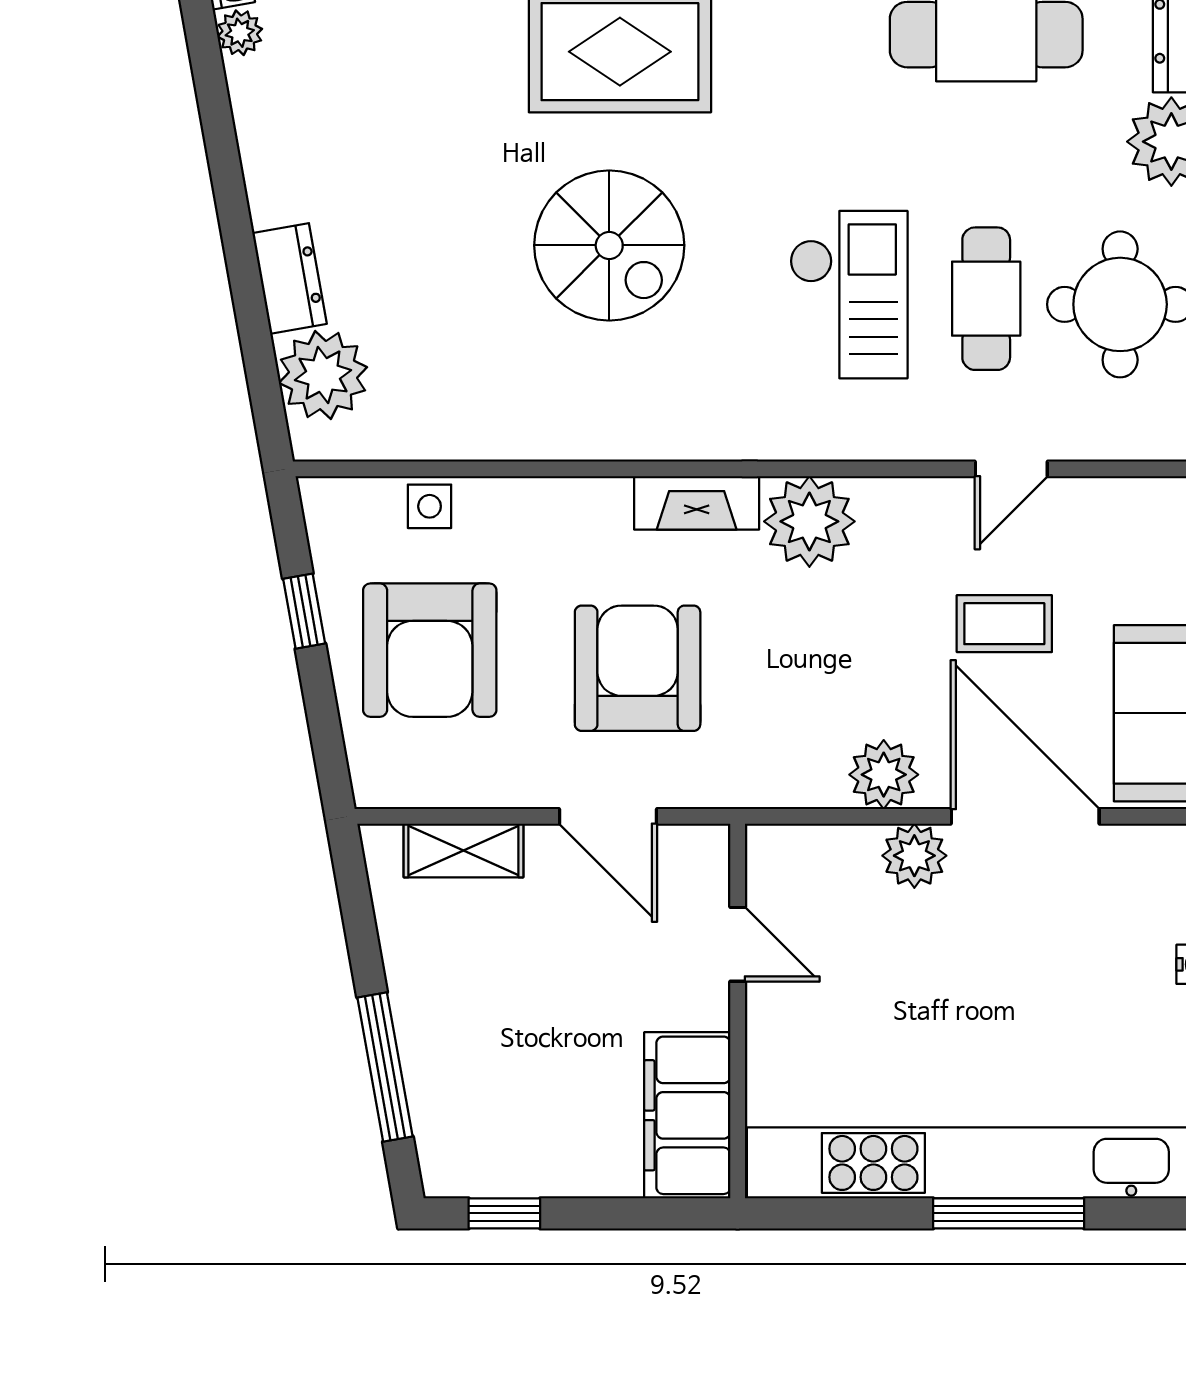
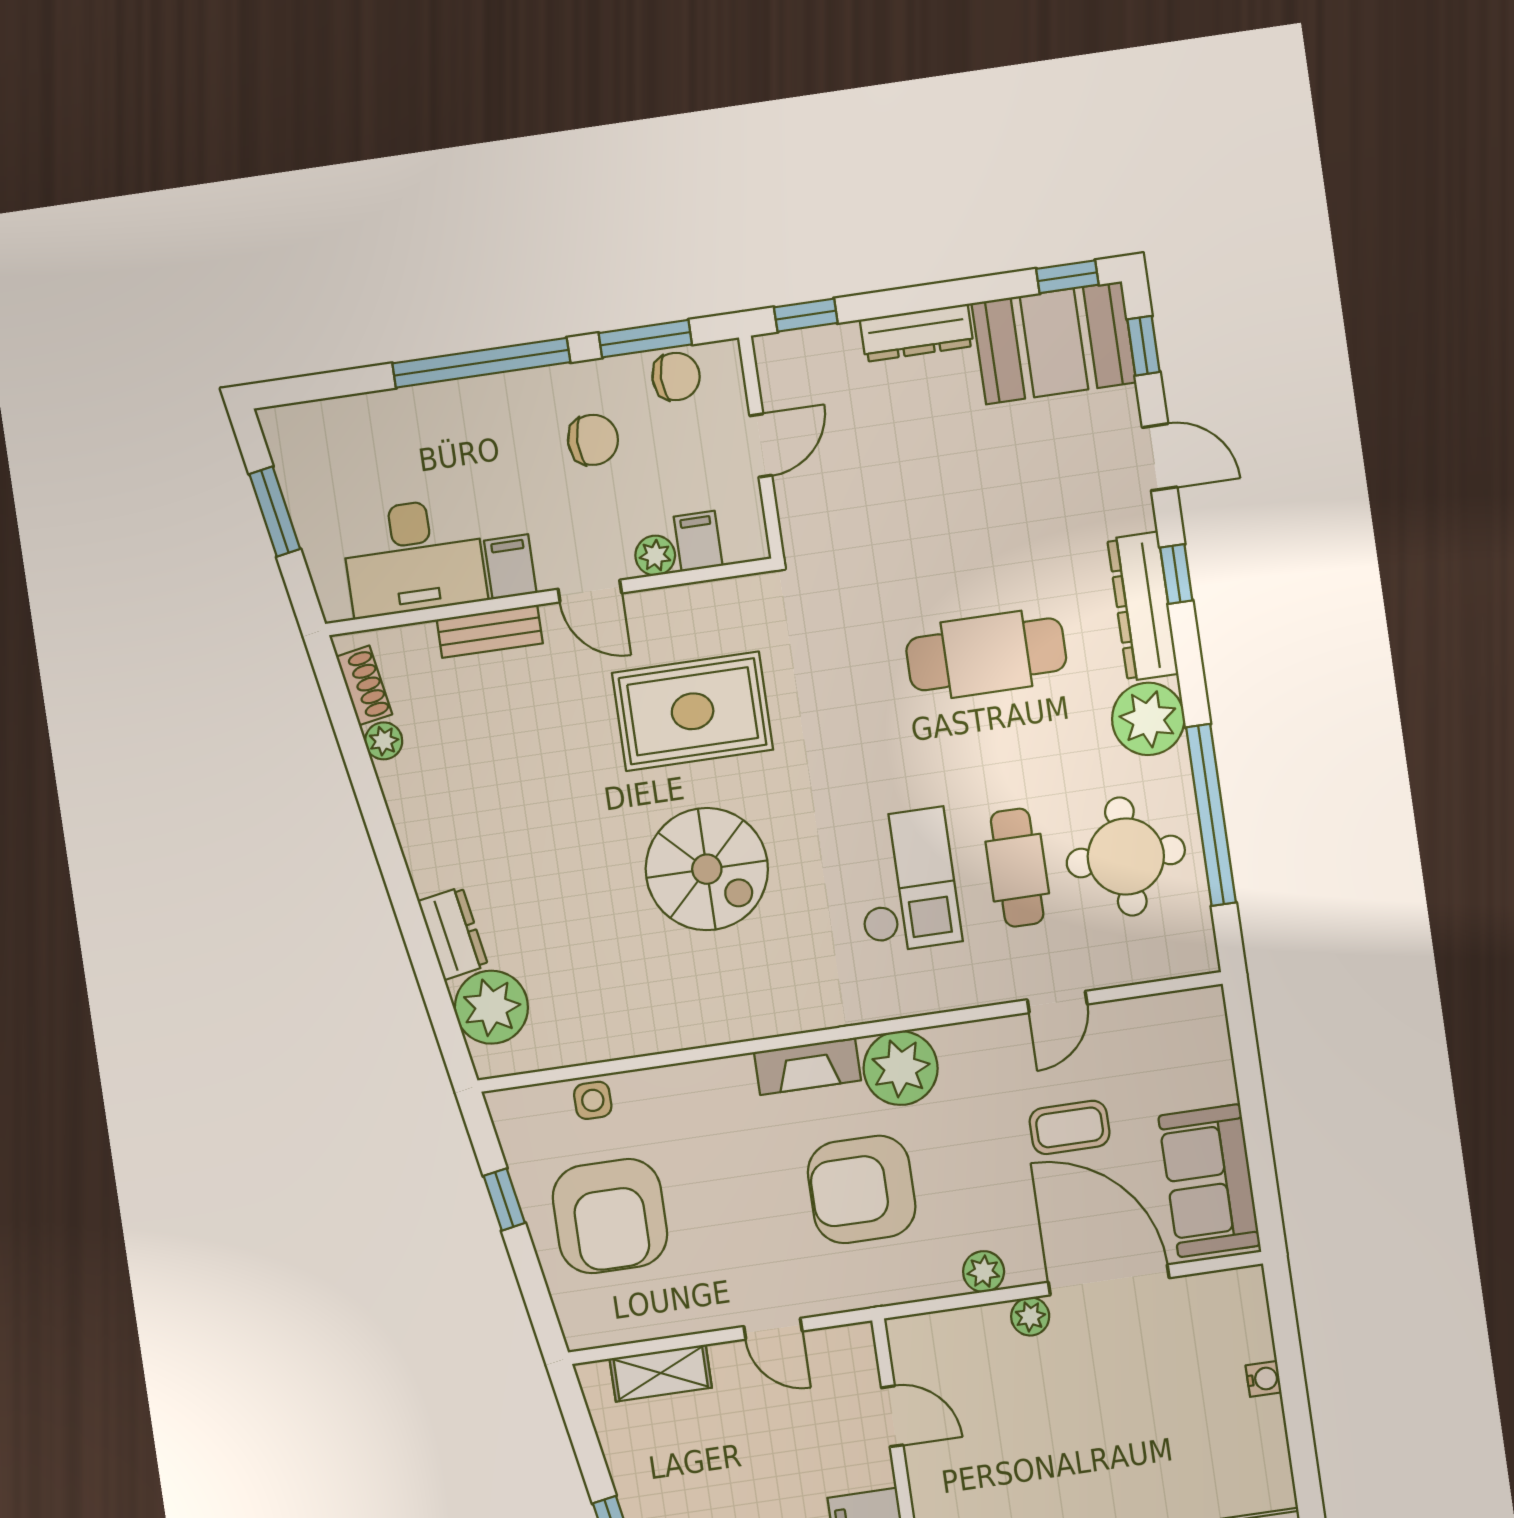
armchair: (638, 668) -> (862, 1189), moved, turned -90
plant: (884, 775) -> (984, 1272), width x0.73, depth x0.73
door: (608, 816) -> (773, 1329), width x0.73
plant: (914, 856) -> (1030, 1316), width x0.73, depth x0.73

